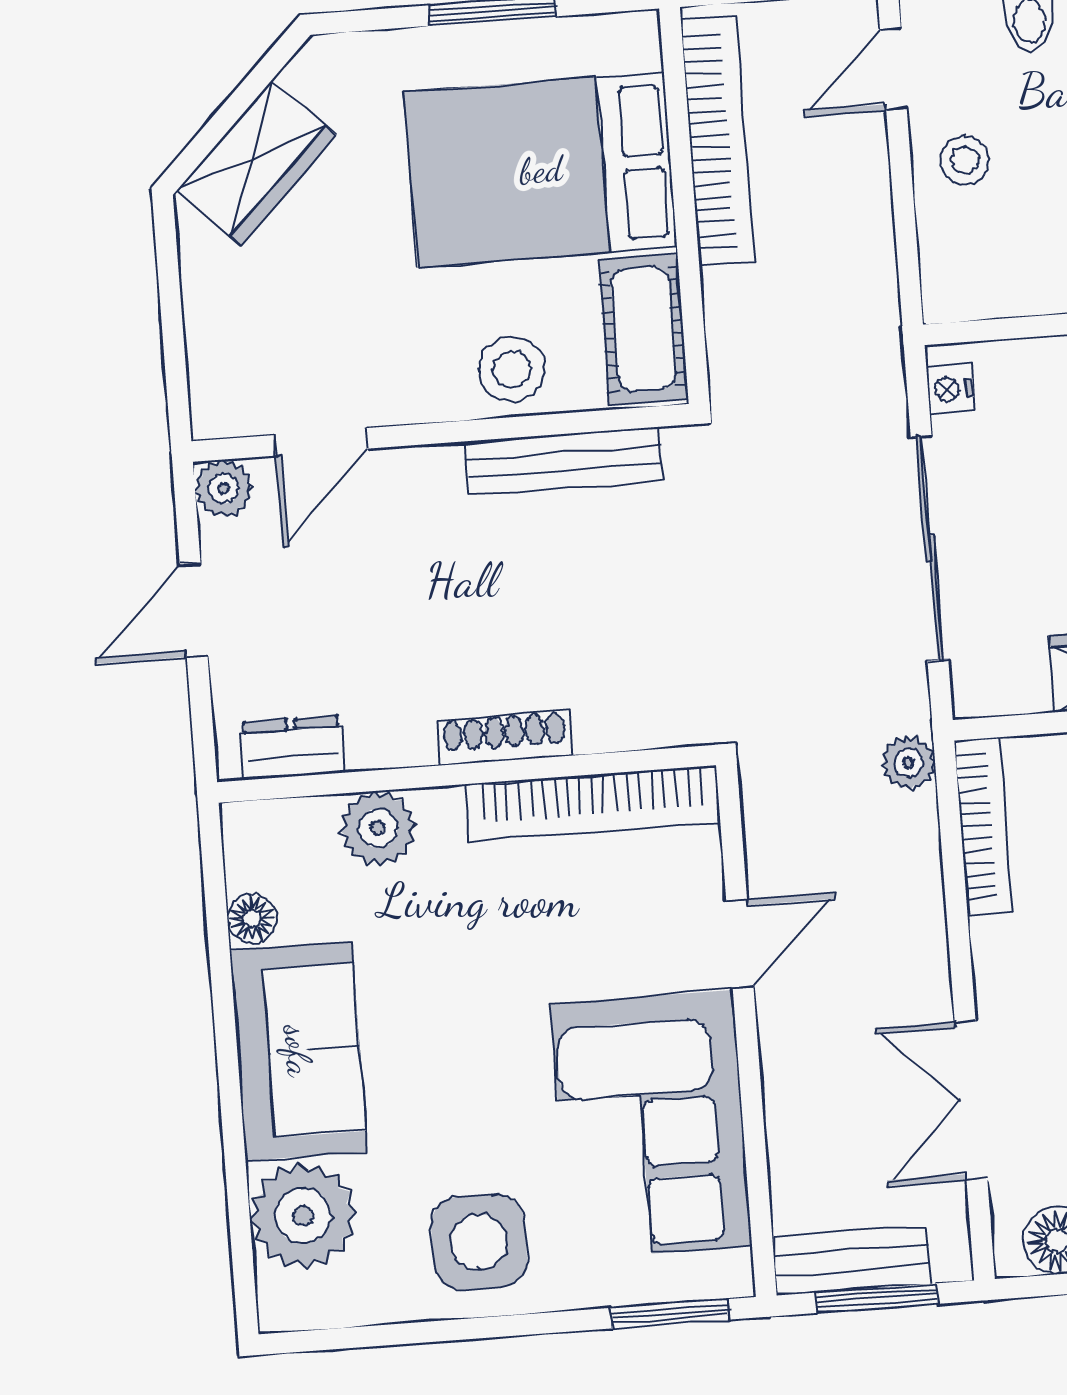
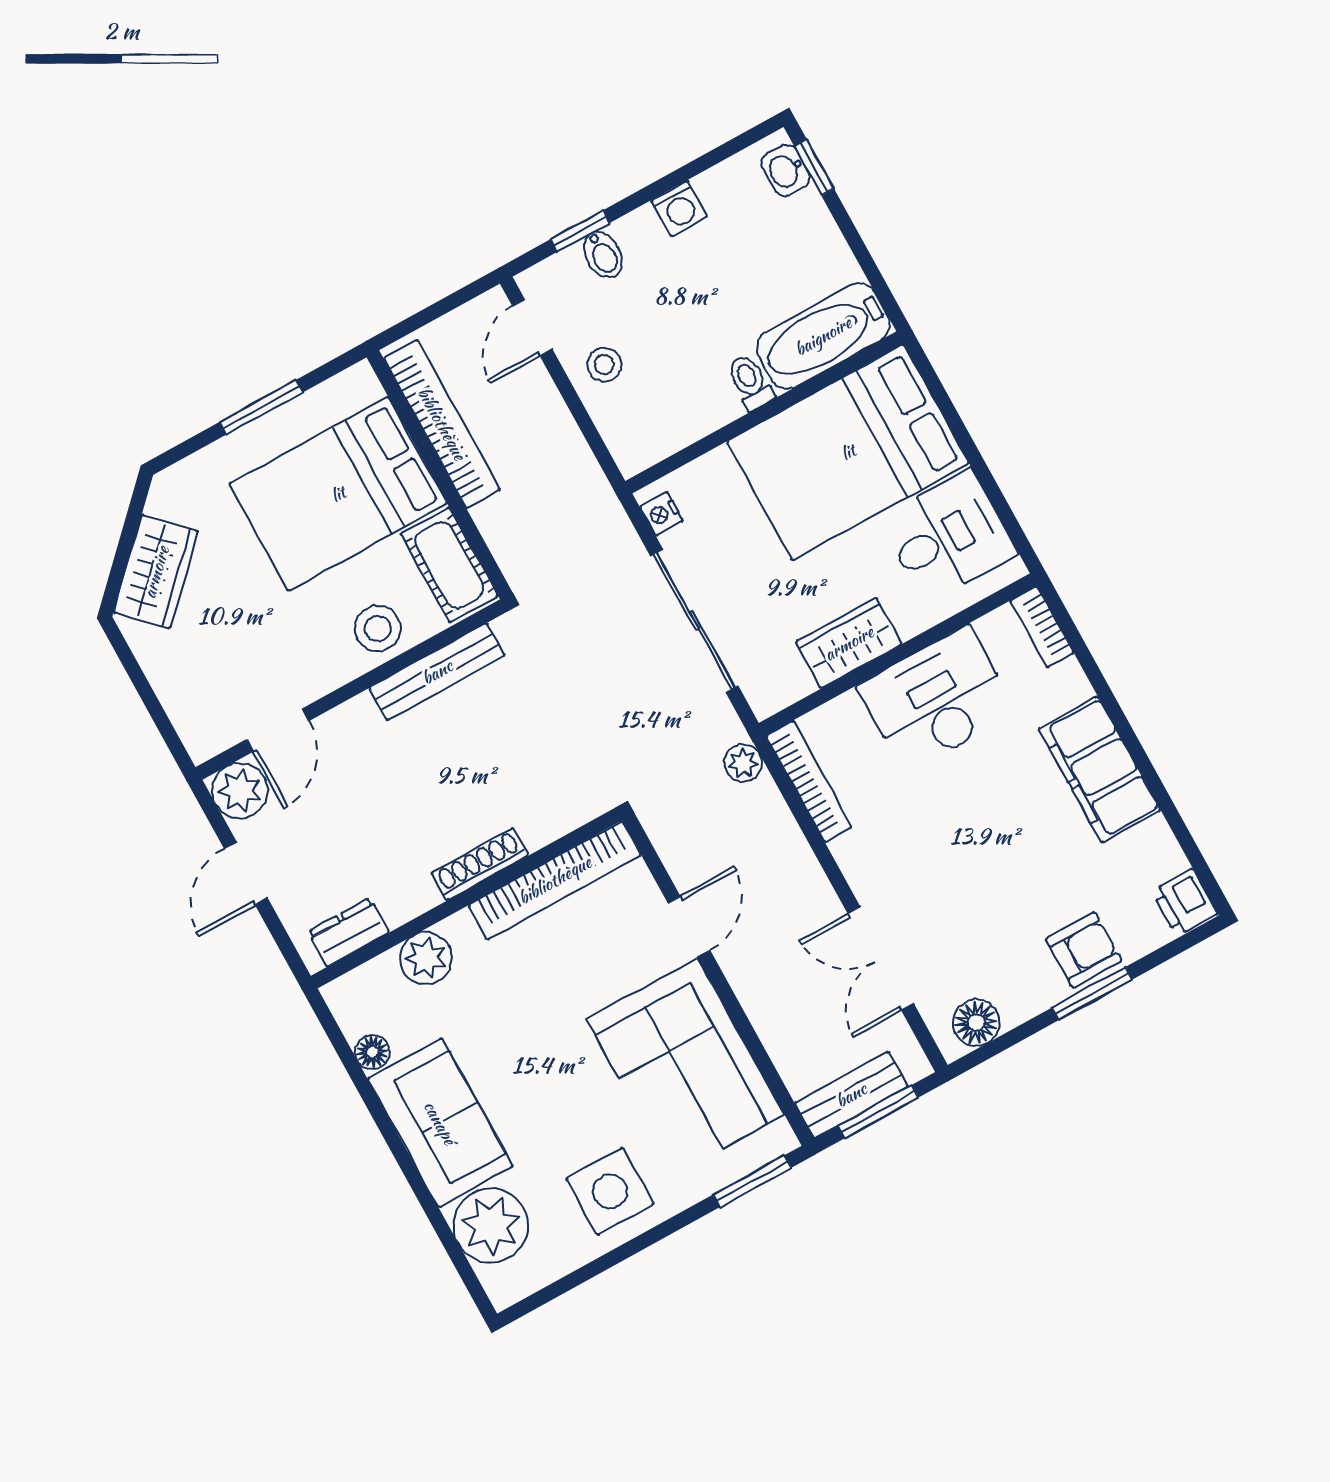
plant: (224, 488) -> (240, 791), width x1.38, depth x1.38

